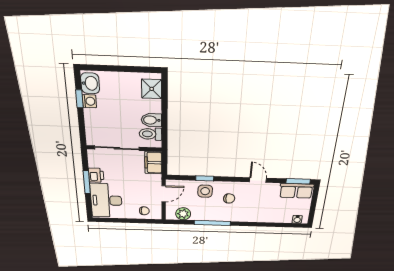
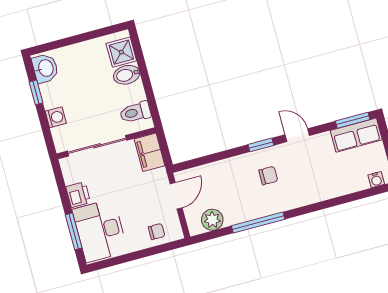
washing machine: (89, 101) -> (56, 117), moved
bidet: (151, 120) -> (127, 75), moved
window: (205, 178) -> (261, 145), moved
window: (87, 182) -> (74, 231), moved
side table: (205, 191) -> (232, 174), removed

